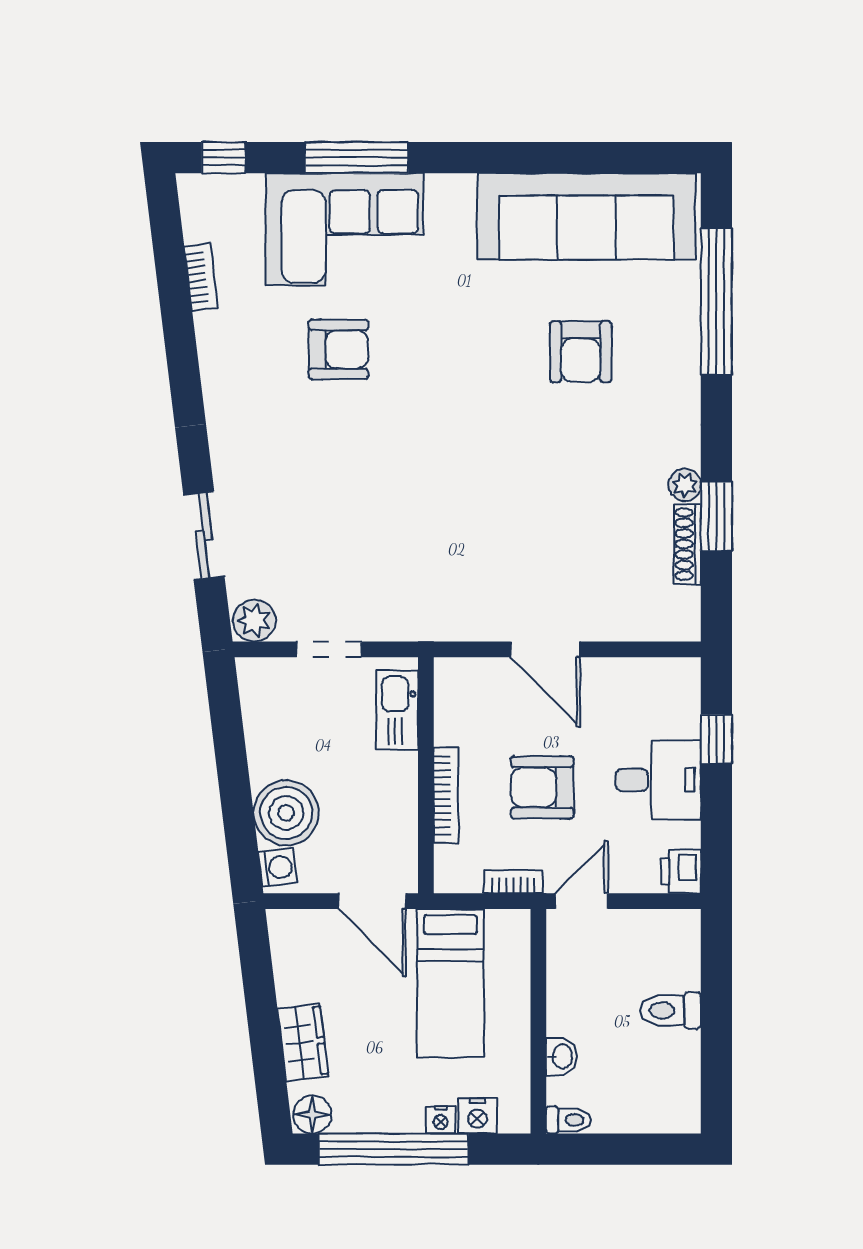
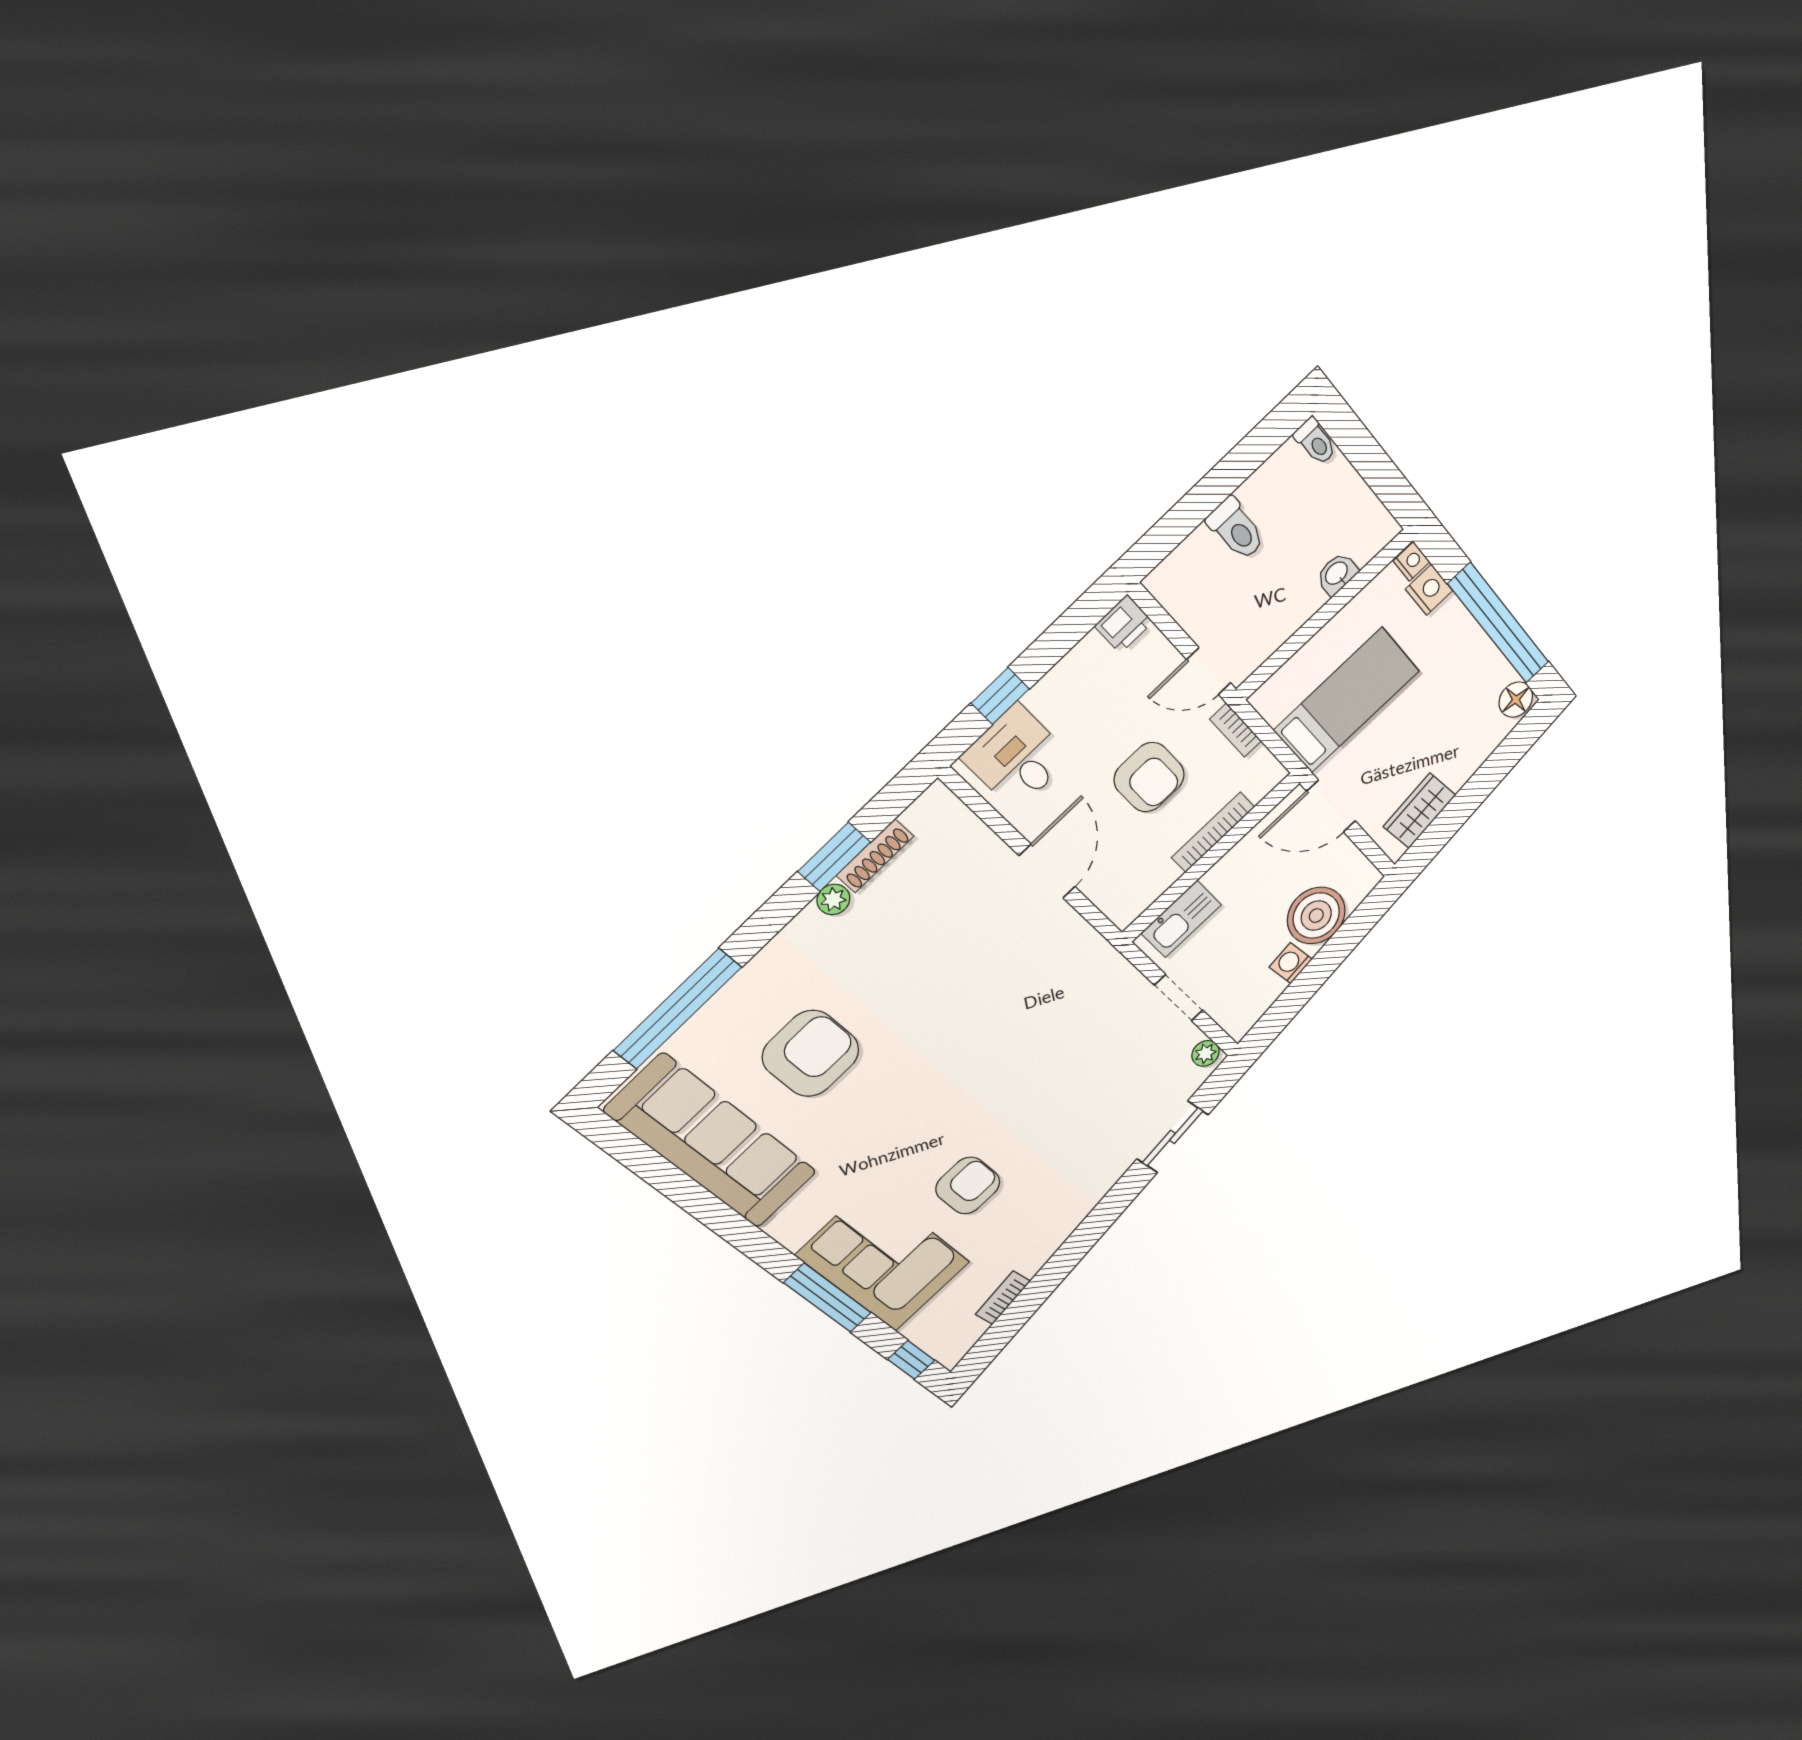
armchair: (338, 349) -> (968, 1186), turned 90
armchair: (581, 352) -> (811, 1054), width x1.36, depth x1.36
plant: (254, 621) -> (1205, 1053), width x0.73, depth x0.73
desk: (658, 780) -> (1016, 757), moved
washing machine: (278, 867) -> (1291, 963), moved
door: (372, 901) -> (1331, 806), swing flipped
wardrobe: (303, 1043) -> (1419, 811), moved
nightstand: (441, 1120) -> (1412, 561), moved
toilet: (568, 1120) -> (1315, 442), moved, turned 180

